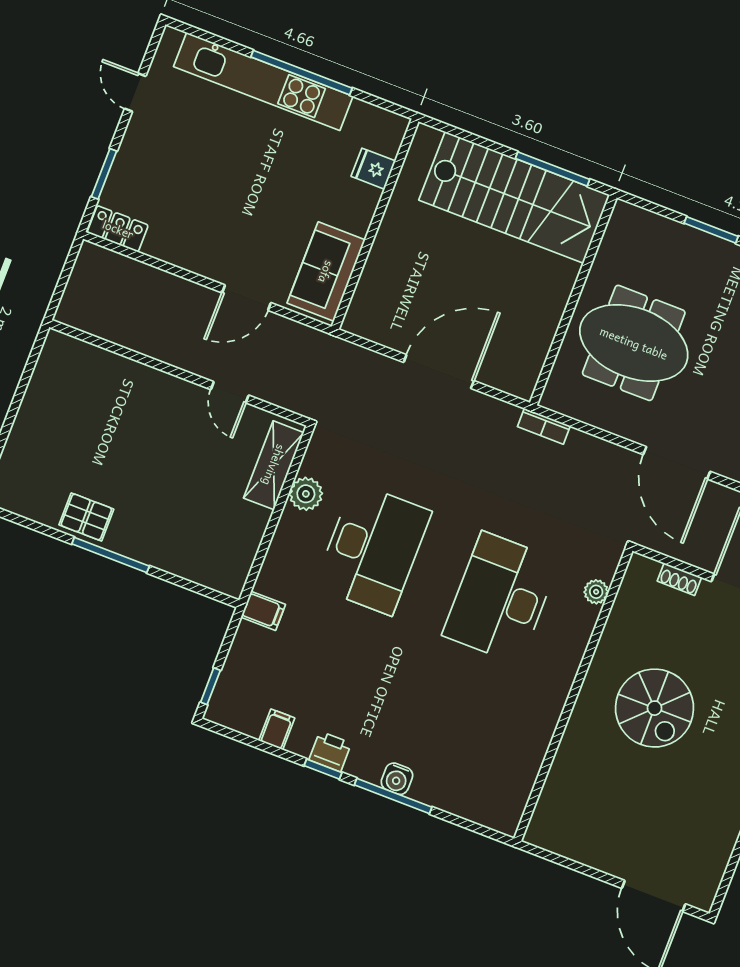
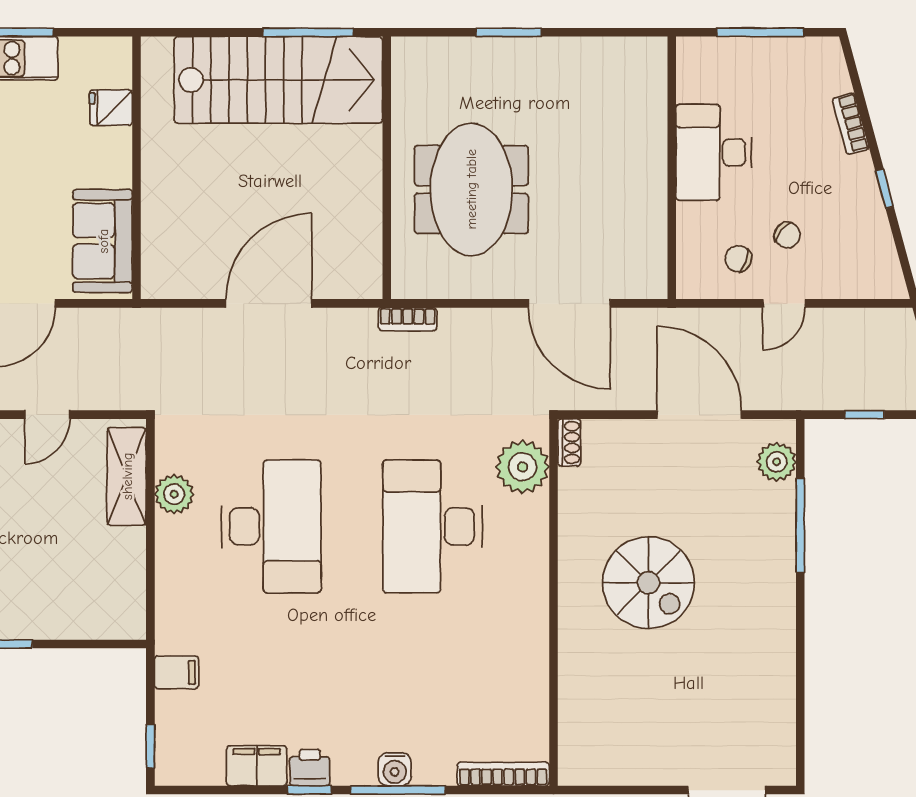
meeting table: (634, 343) -> (471, 189), turned 90
door: (230, 392) -> (47, 415), hinge flipped
shoe rack: (679, 579) -> (569, 442), moved, turned -90
plant: (596, 592) -> (523, 467), width x1.87, depth x1.87
filing cabinet: (263, 611) -> (176, 672), moved
filing cabinet: (277, 729) -> (257, 766), width x2.00
bookcase: (481, 815) -> (503, 774), added

